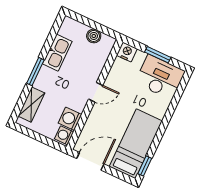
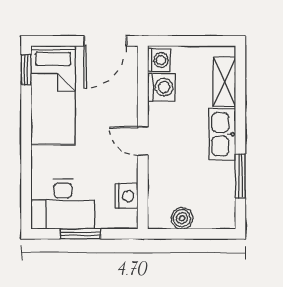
nightstand: (127, 52) -> (126, 196), moved, turned -90
kitchen sink: (57, 53) -> (222, 134), moved
window: (35, 72) -> (240, 176), moved
door: (96, 92) -> (143, 141), hinge flipped

